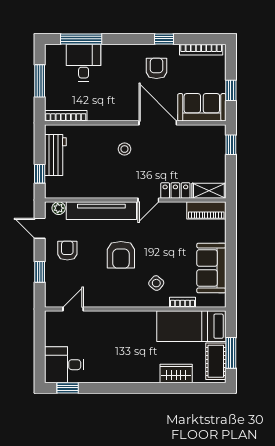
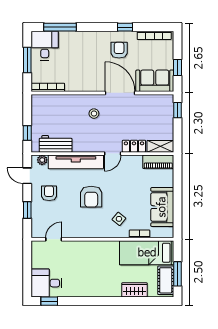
desk: (84, 63) -> (45, 46), moved
workbench: (55, 155) -> (56, 144), moved, turned -90

